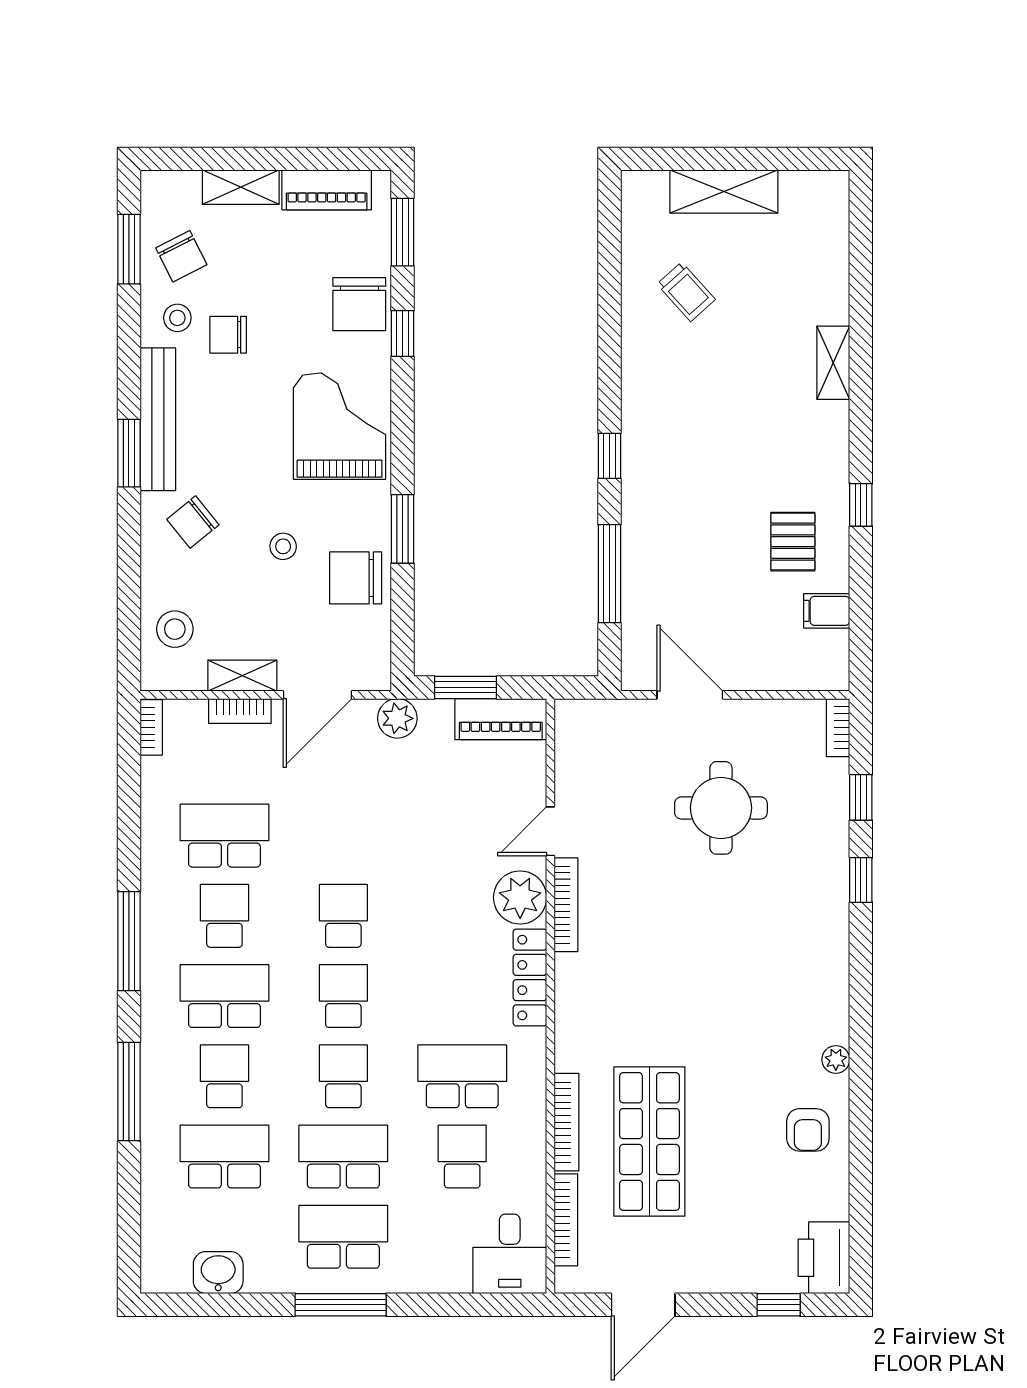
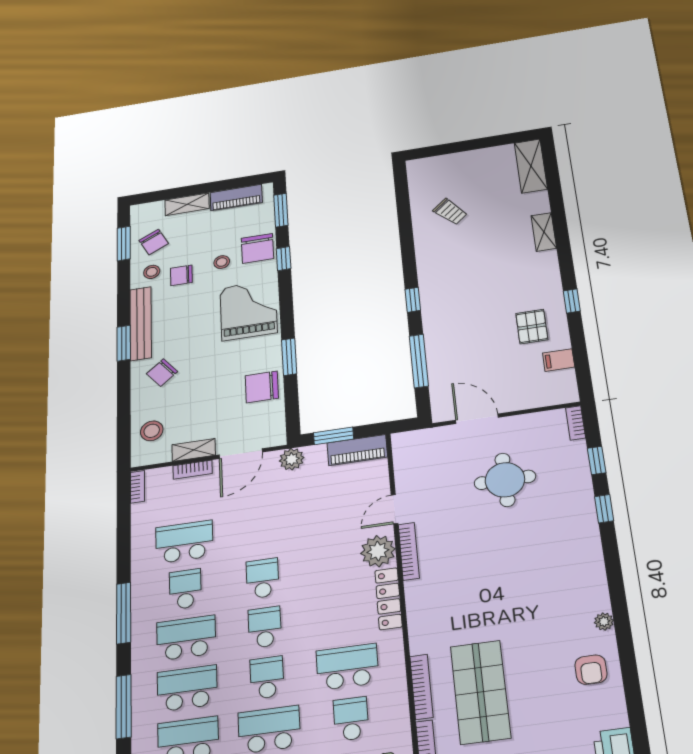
shelving: (724, 192) -> (531, 166), moved, turned 90
stool: (283, 546) -> (222, 262), moved
school desk: (224, 1076) -> (187, 688), width x1.85

